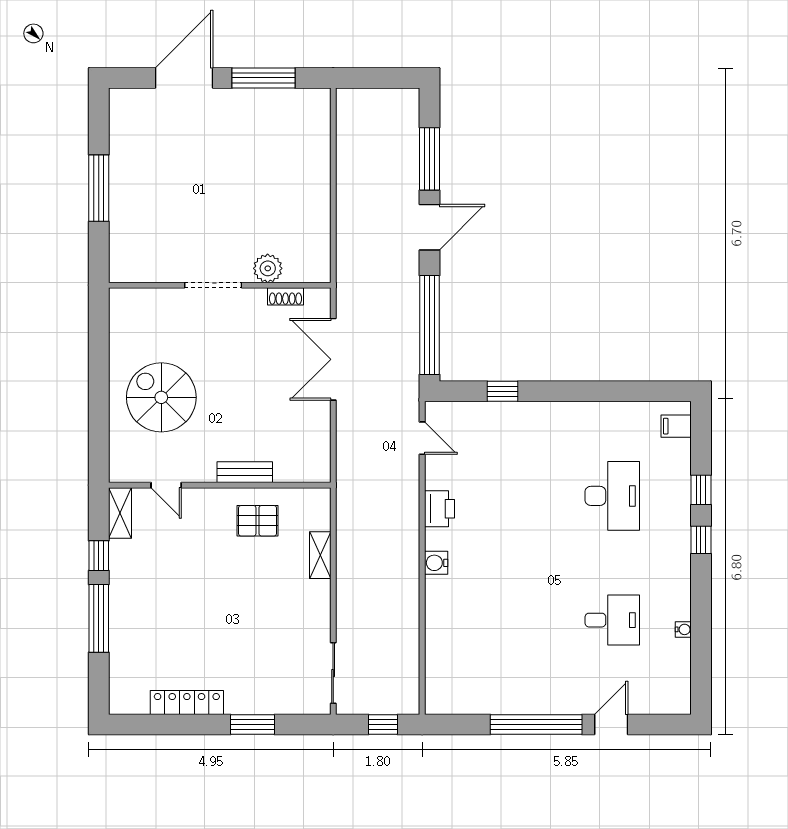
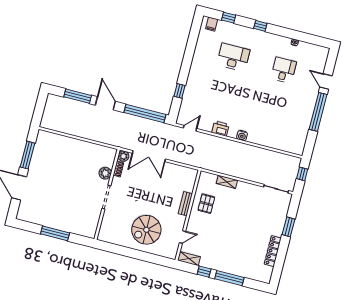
plant: (318, 300) -> (123, 156), added
window: (701, 490) -> (229, 18), moved

